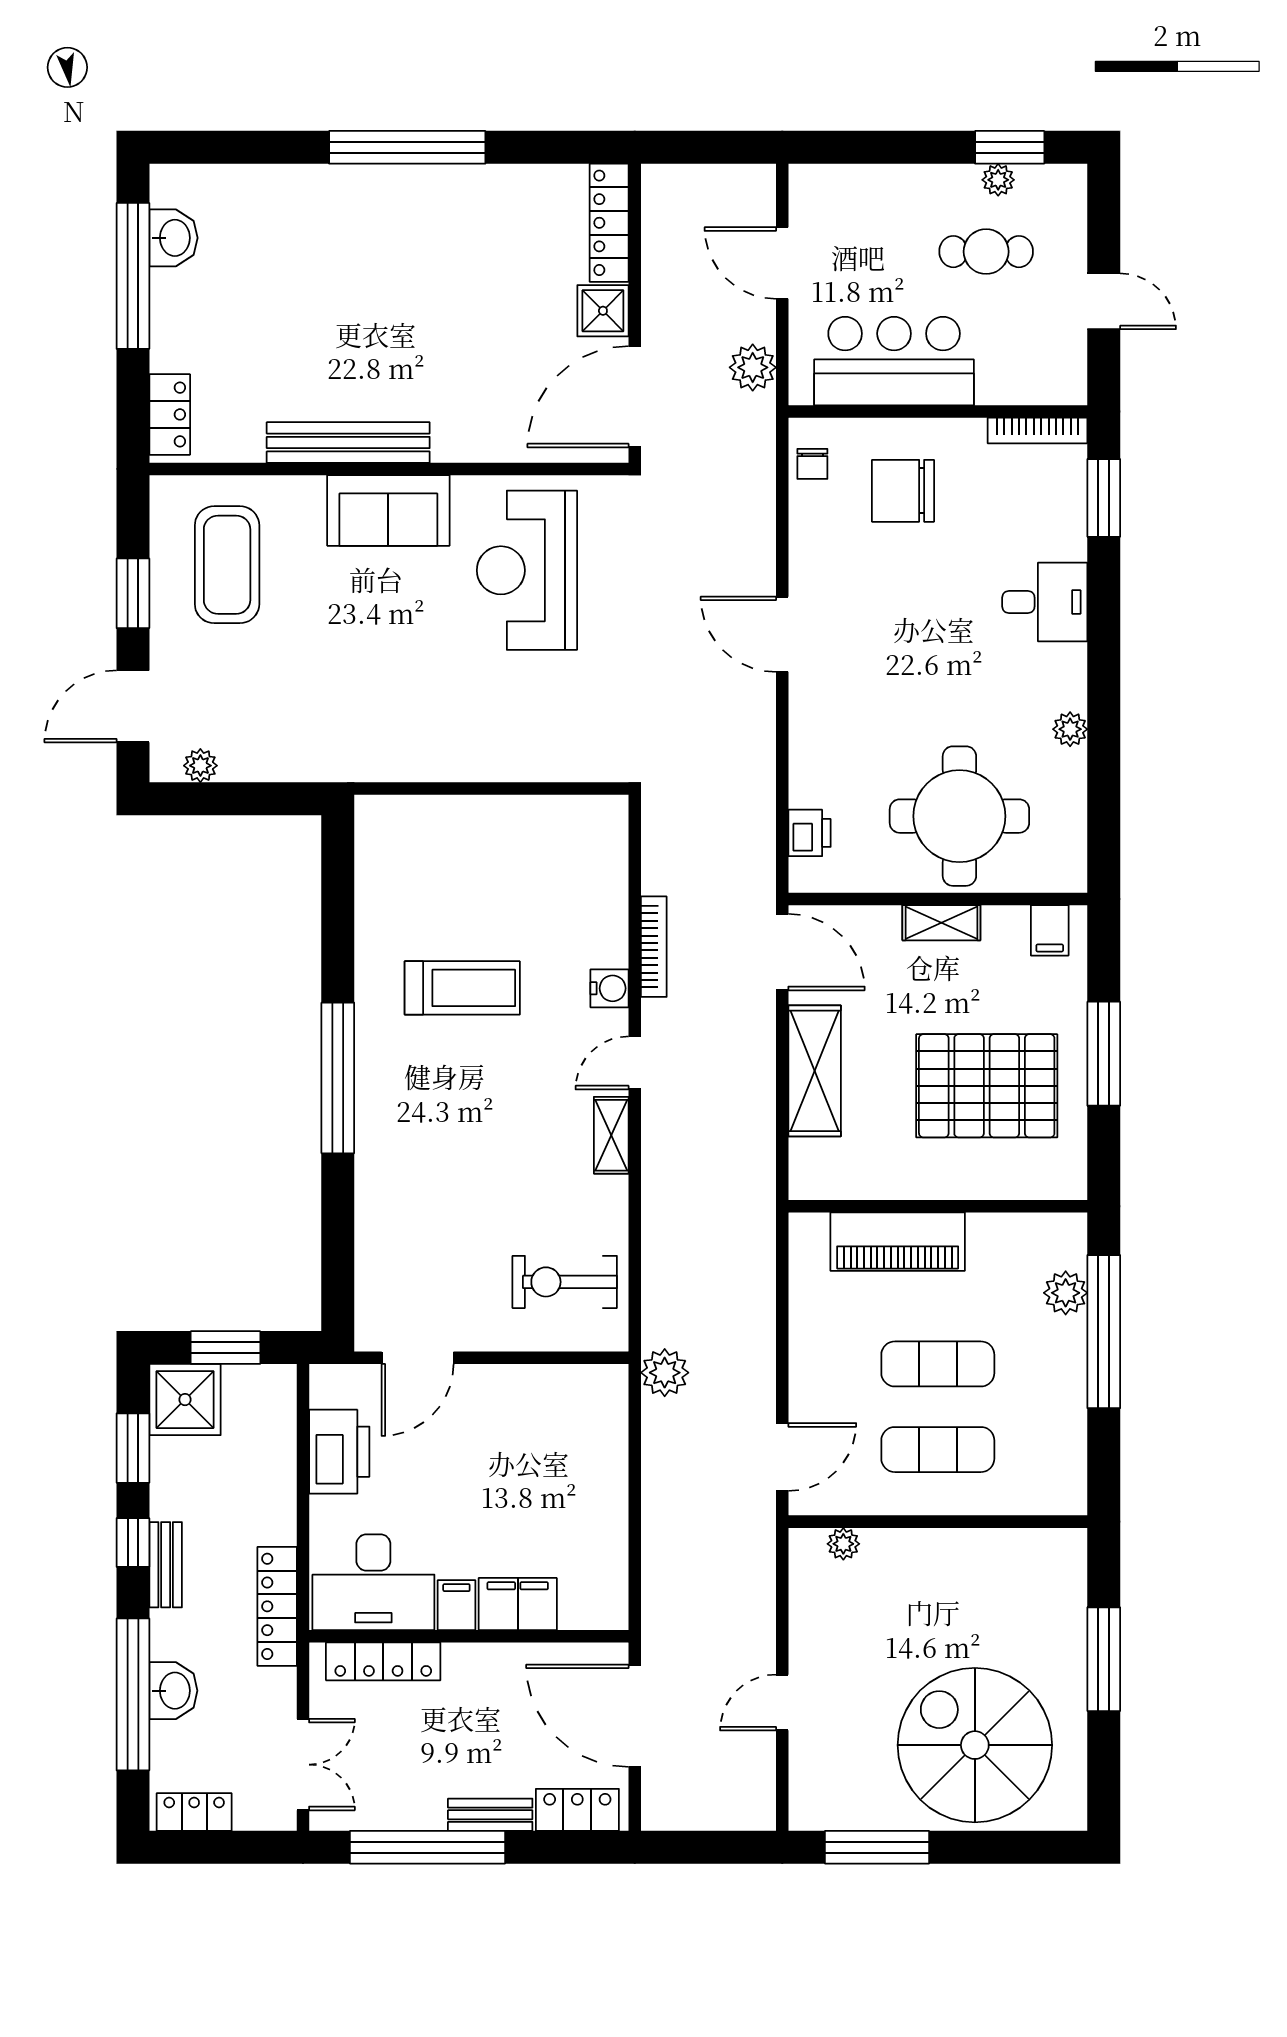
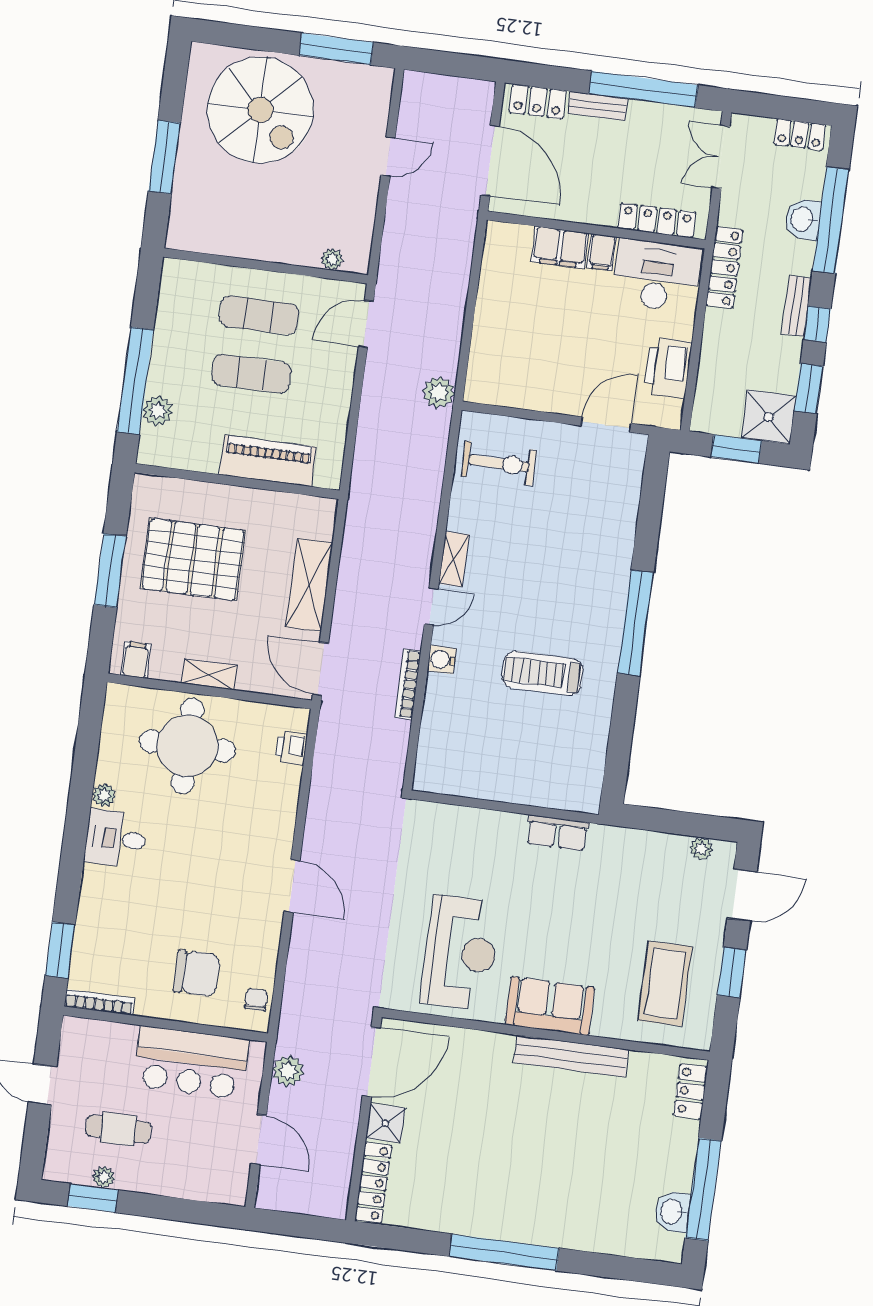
desk: (1045, 602) -> (116, 839), moved
row of seats: (410, 761) -> (557, 833), added

